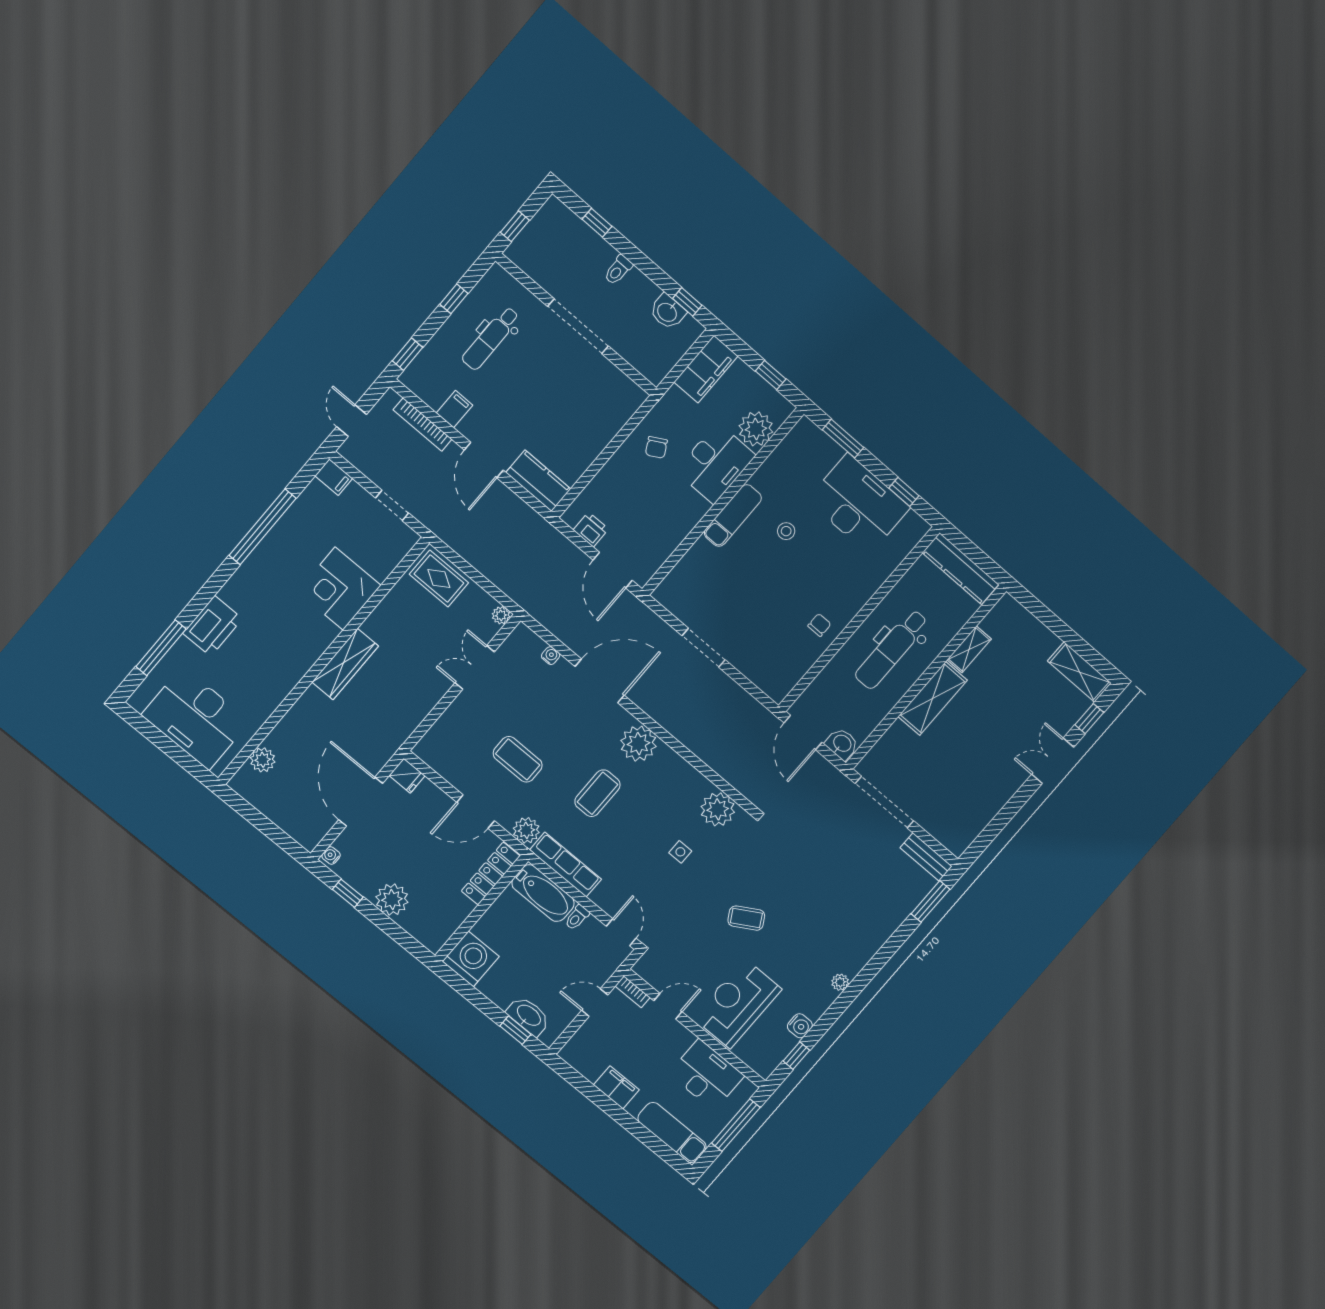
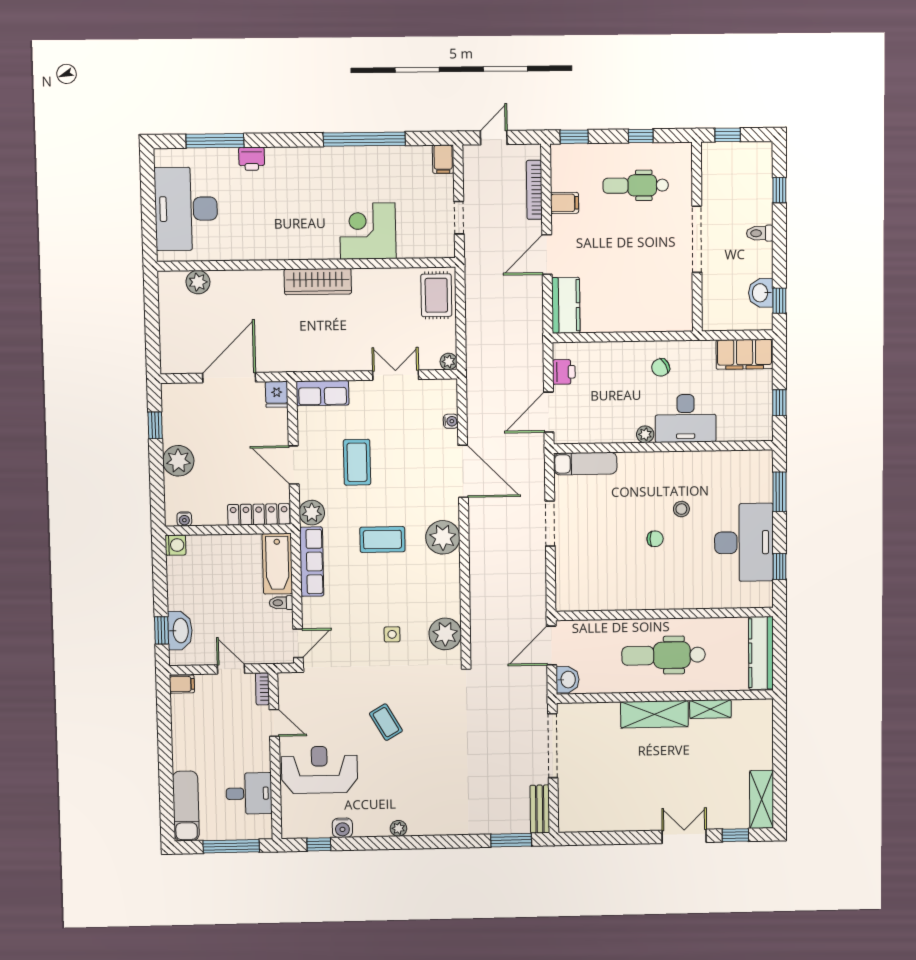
plant: (756, 429) -> (645, 434), moved, width x0.53, depth x0.53
exam couch: (733, 515) -> (585, 464), moved
chair: (819, 625) -> (655, 539), moved
printer: (213, 626) -> (252, 159), width x0.53, depth x0.68
row of seats: (438, 738) -> (323, 393), added
water cooler: (331, 856) -> (184, 519), moved, turned 180
washing machine: (471, 959) -> (176, 545), width x0.53, depth x0.53
desk: (706, 1075) -> (249, 793), width x0.73
filing cabinet: (616, 1087) -> (182, 684), moved, width x0.50

